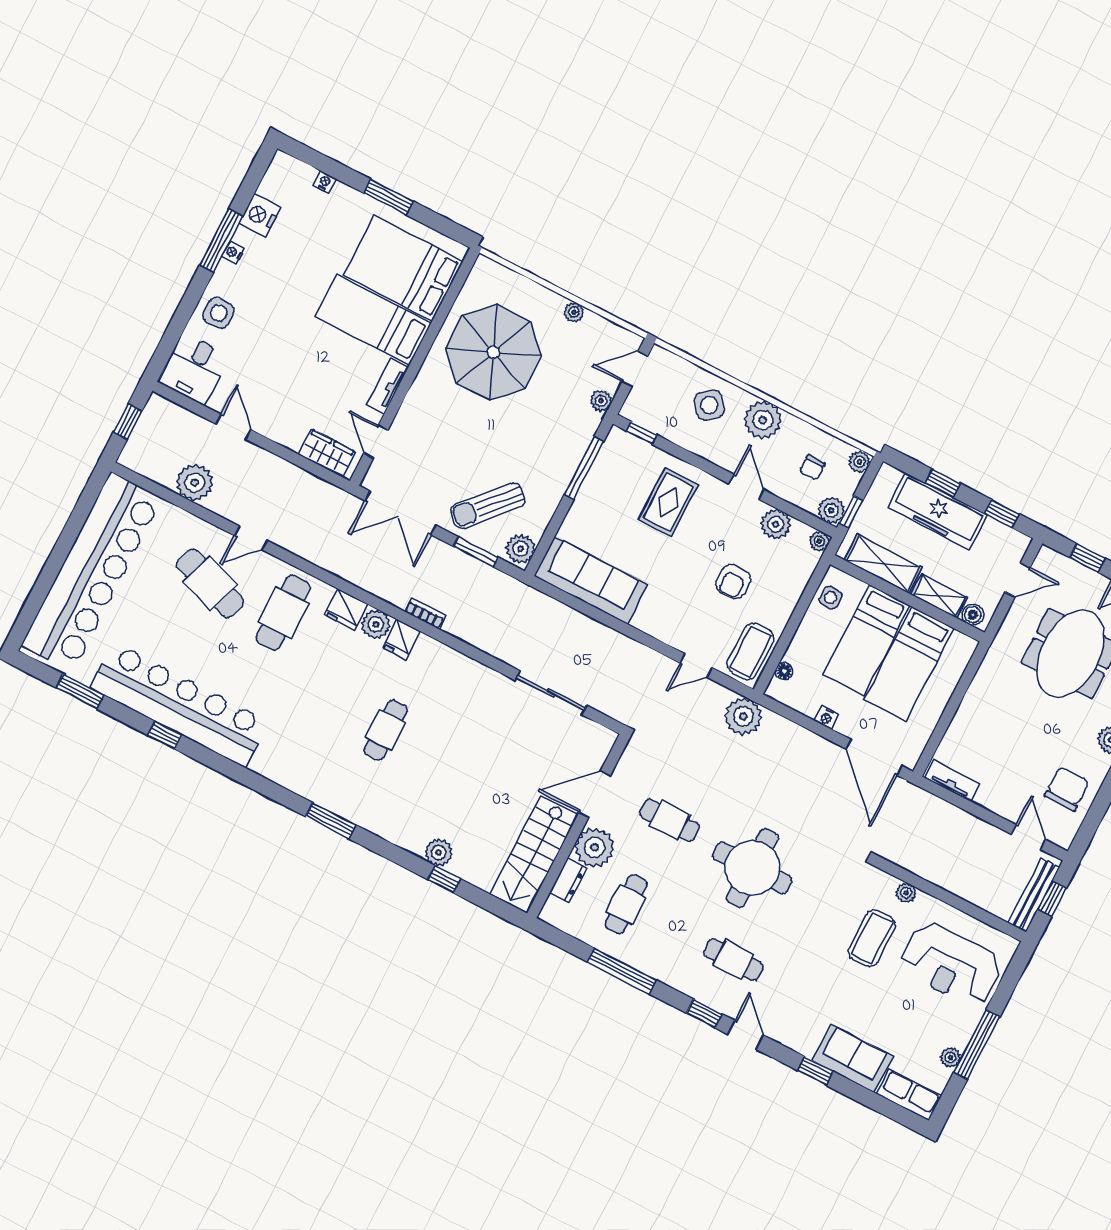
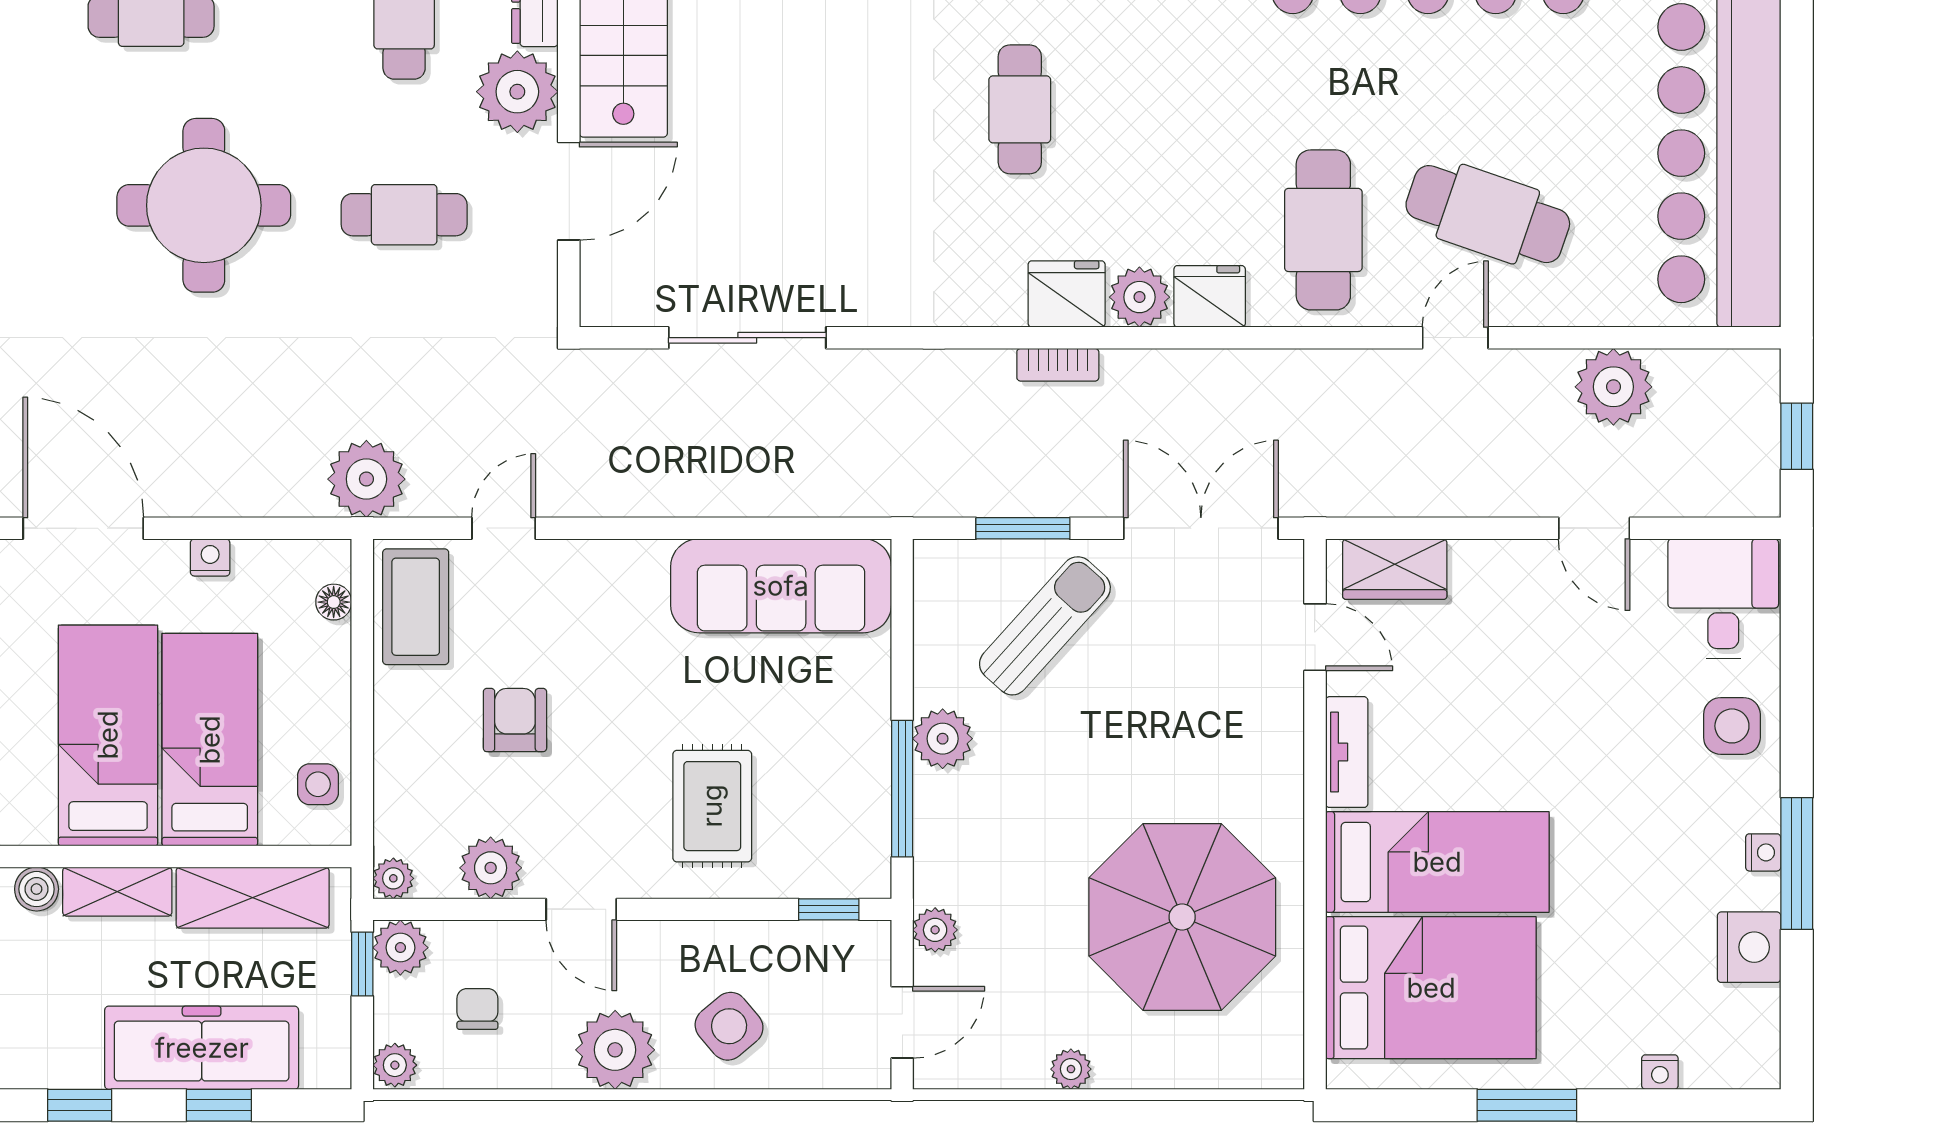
plant: (520, 549) -> (943, 739), moved
fridge: (401, 639) -> (1067, 294), width x1.38

